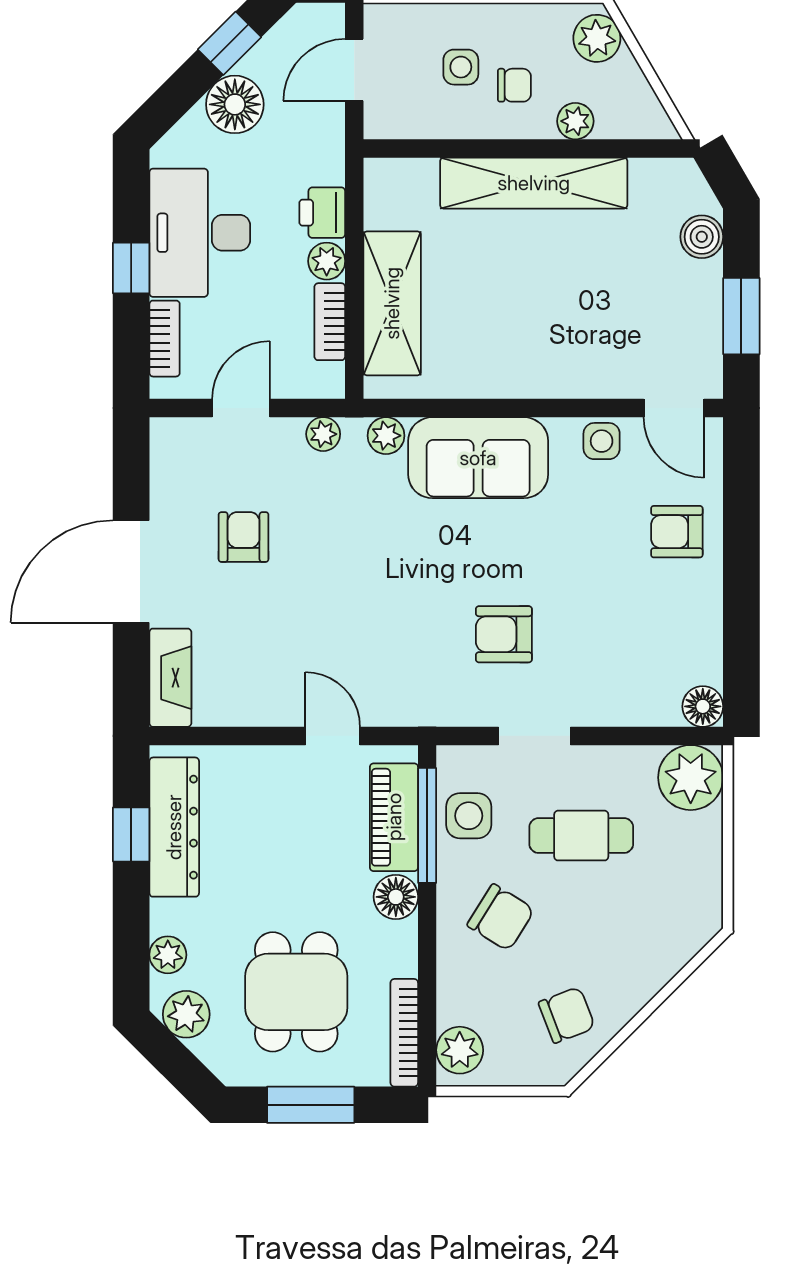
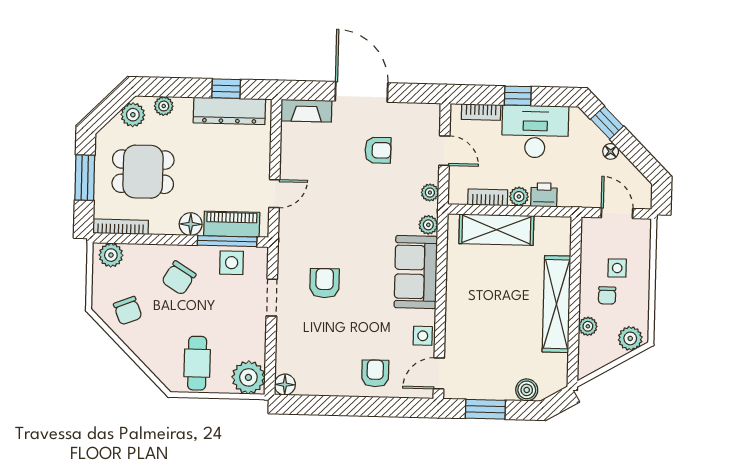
window: (230, 43) -> (607, 123), moved
floor lamp: (235, 104) -> (611, 151), width x0.53, depth x0.53
cafe table: (581, 836) -> (197, 363), moved

